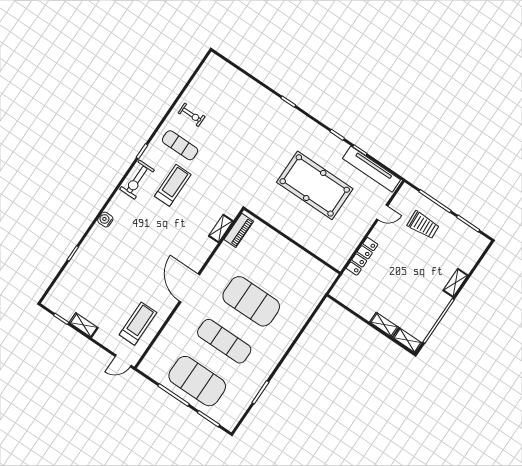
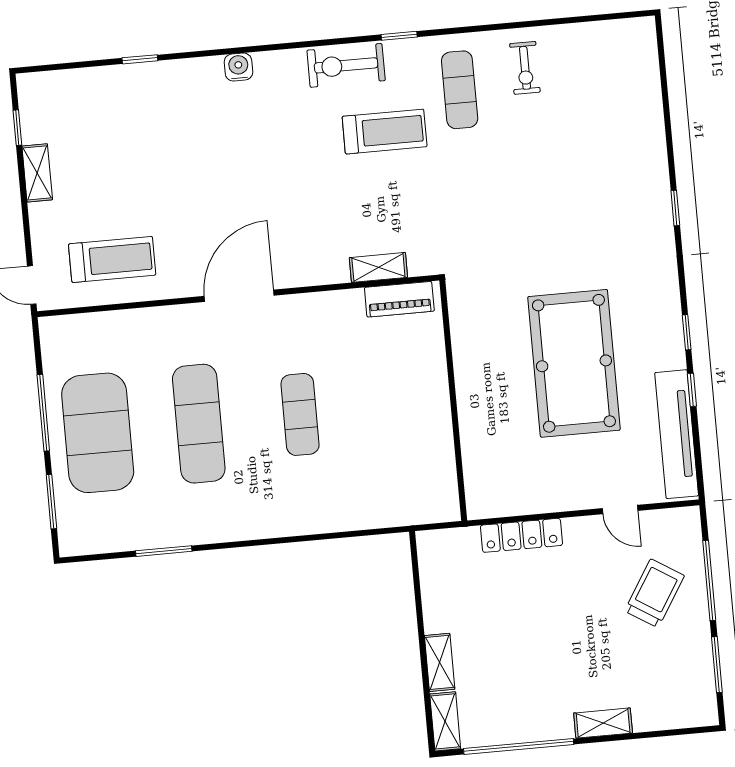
trolley: (423, 225) -> (654, 593), turned -145
exercise mat: (251, 301) -> (300, 414), width x0.50, depth x0.69

